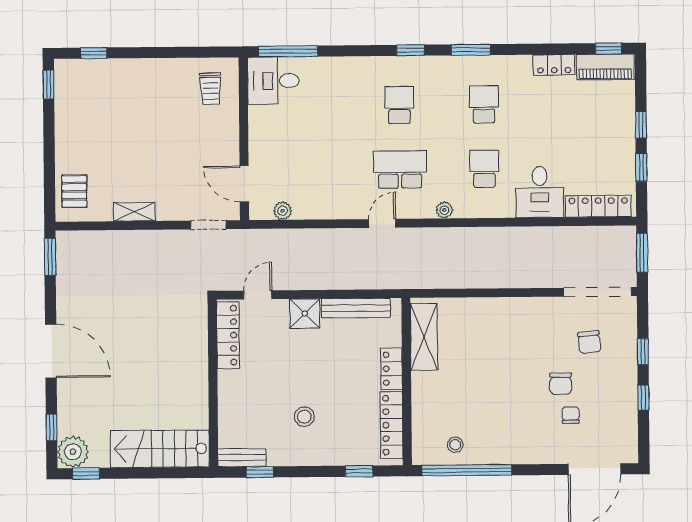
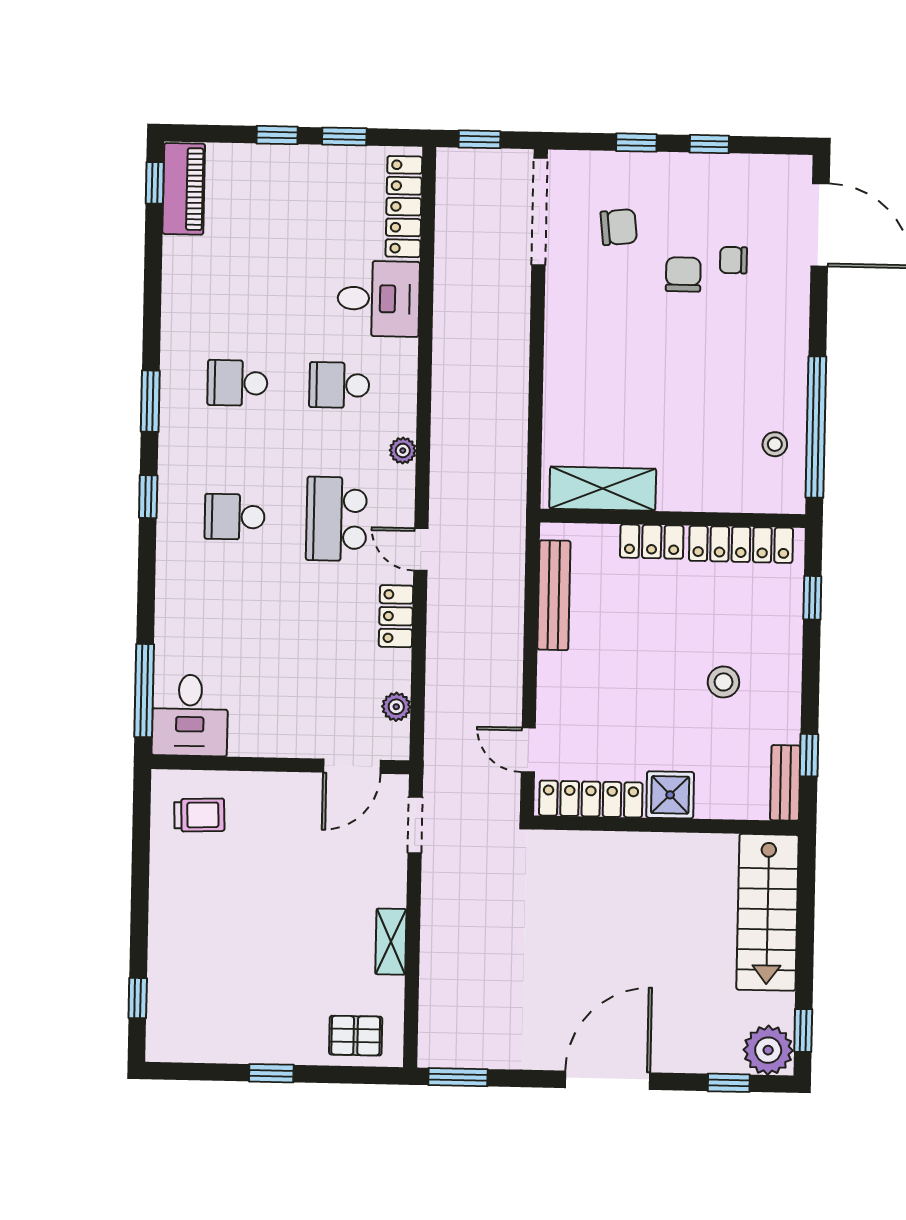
locker: (554, 65) -> (396, 616), moved, turned 180
window: (49, 84) -> (271, 1073), moved
window: (642, 253) -> (480, 139), width x0.67
shower: (305, 314) -> (670, 795), moved
chair: (561, 384) -> (683, 274), turned -90

